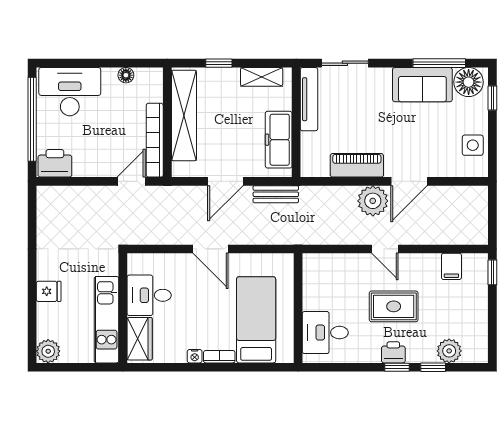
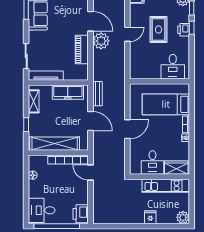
desk: (70, 92) -> (42, 210), width x0.73

